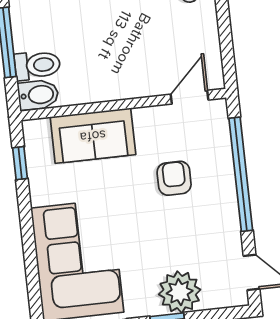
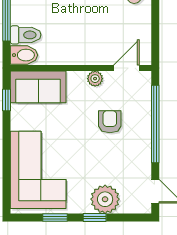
plant: (146, 118) -> (95, 79), added
sofa: (93, 136) -> (38, 87), moved

